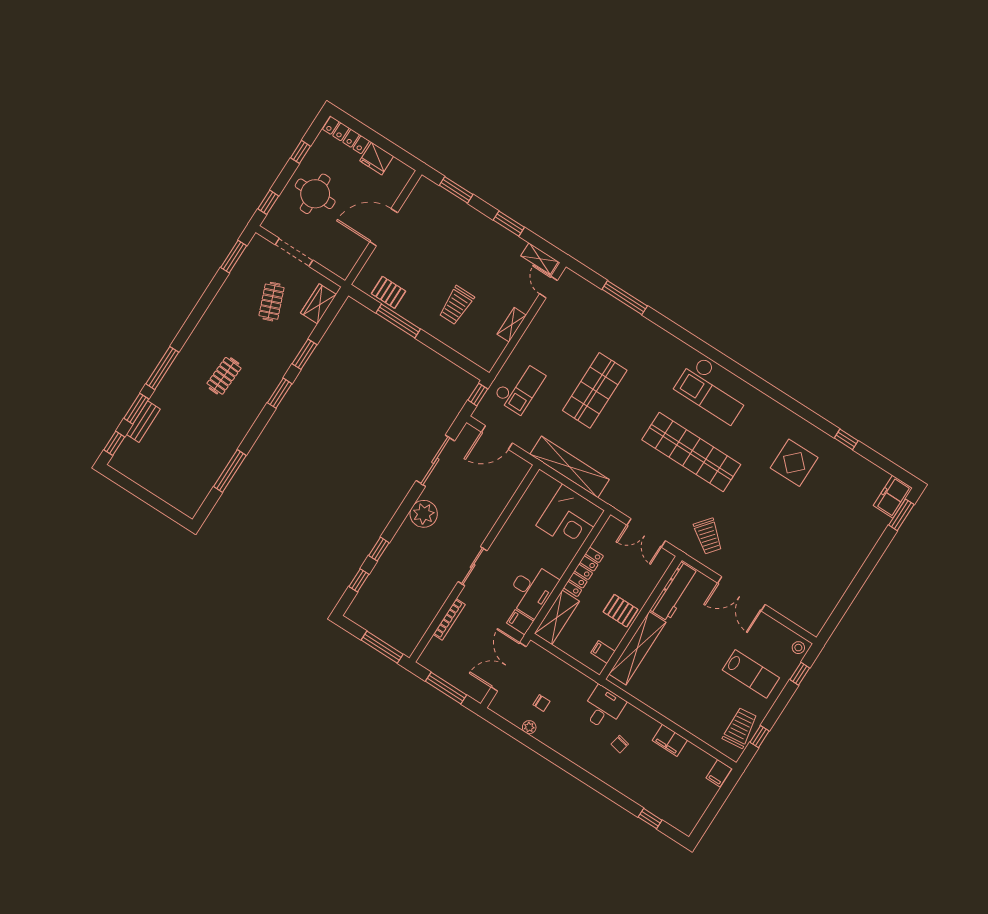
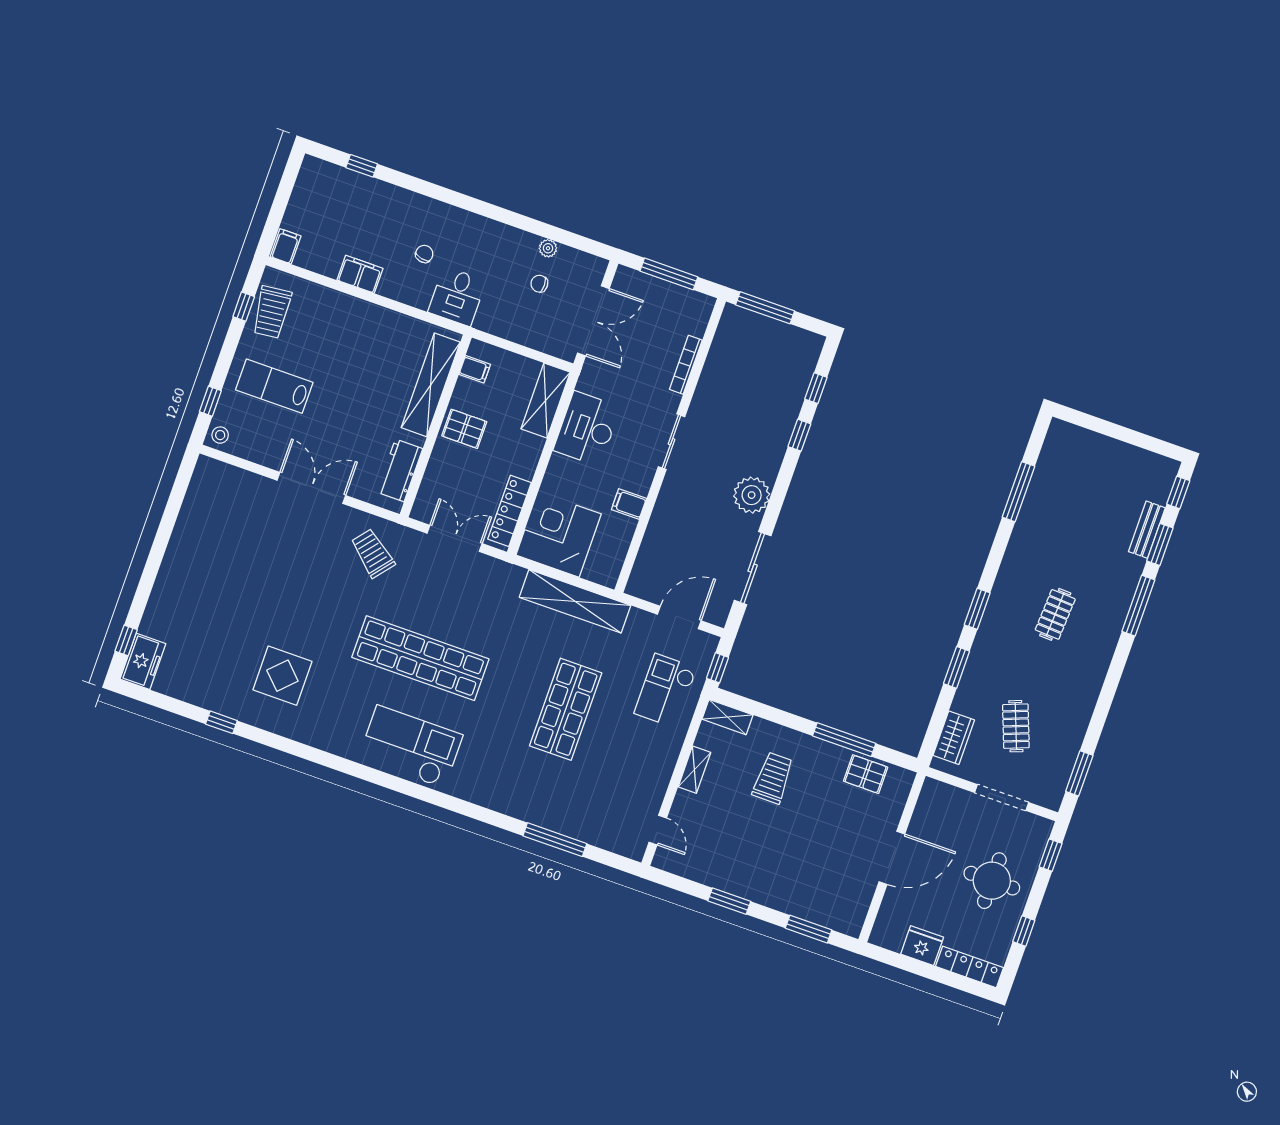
shelving: (540, 259) -> (727, 717), moved
window: (901, 515) -> (126, 640), width x0.67
locker: (583, 572) -> (510, 511), moved
workbench: (674, 592) -> (400, 470), width x0.73
filing cabinet: (520, 622) -> (629, 504), moved, turned 180

